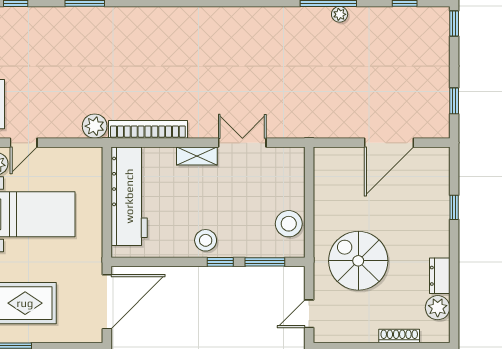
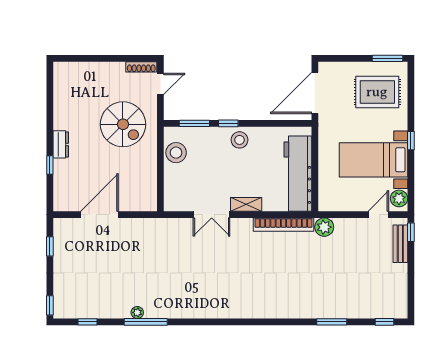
dresser: (440, 276) -> (61, 144), moved
plant: (438, 308) -> (62, 89), removed
shoe rack: (399, 336) -> (141, 67), moved

